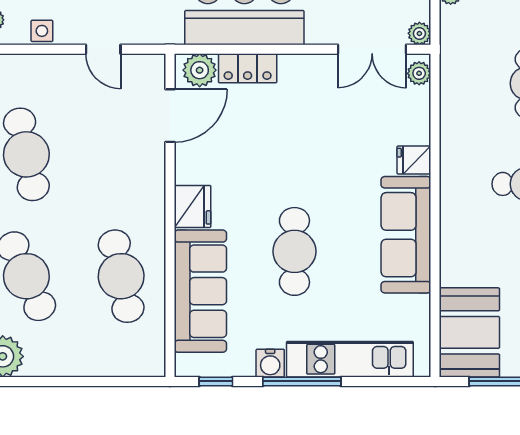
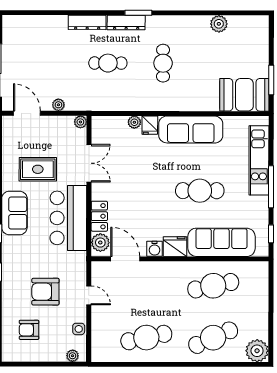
door: (103, 49) -> (89, 295), hinge flipped
double door: (372, 49) -> (89, 163), moved
plant: (419, 73) -> (134, 122), moved
water cooler: (270, 363) -> (155, 249), moved, turned 90

